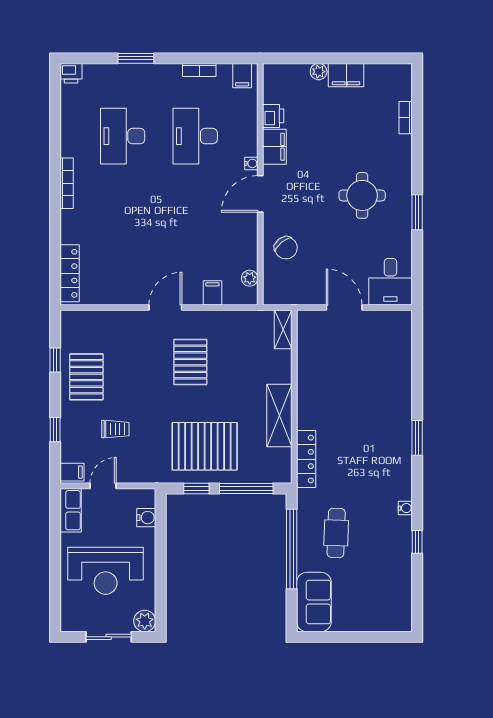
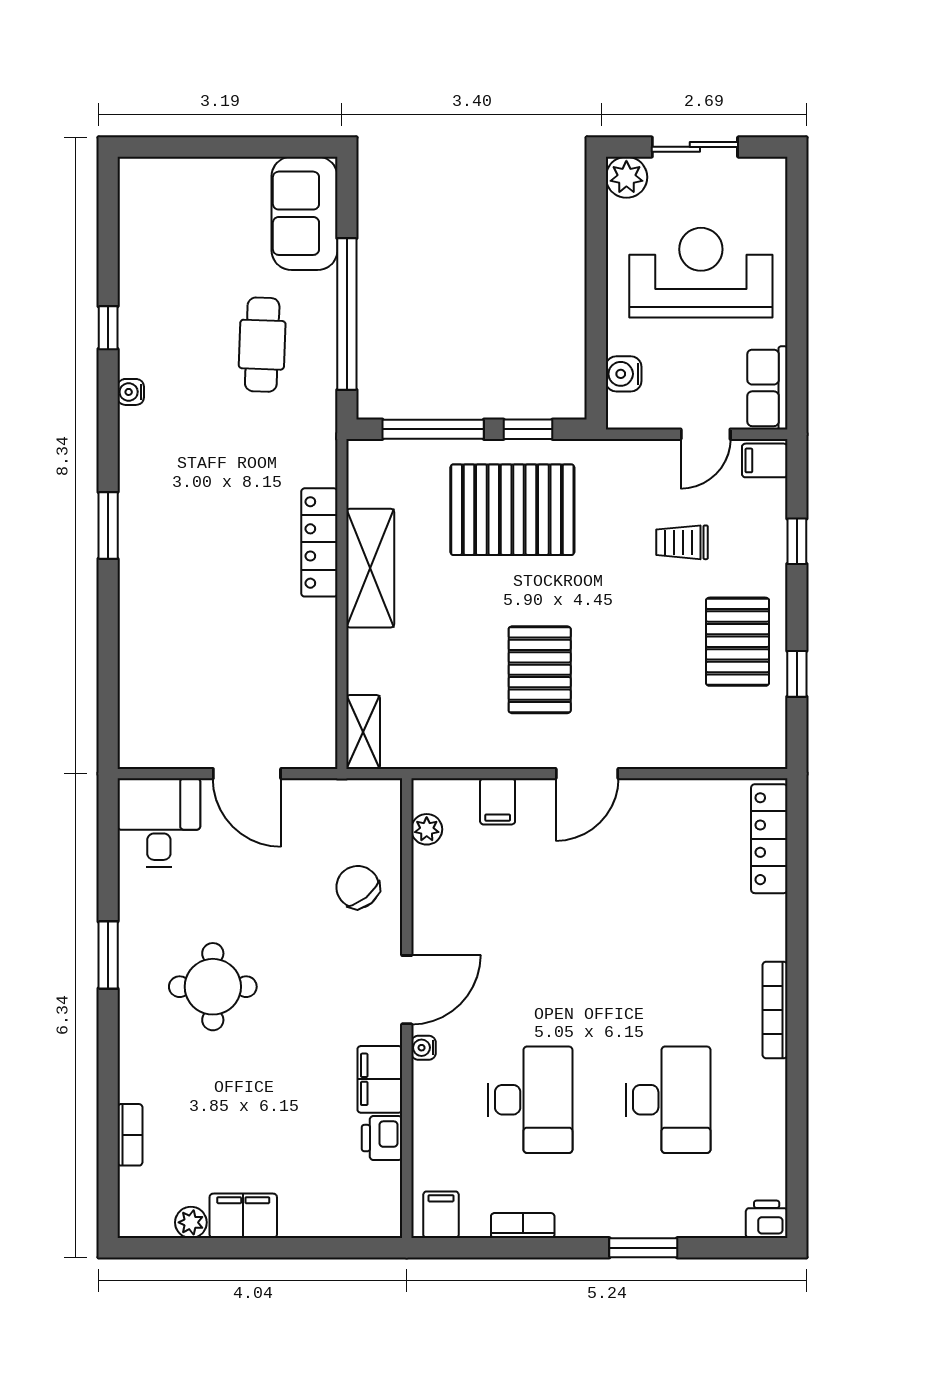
plant: (319, 72) -> (191, 1222), moved
locker: (306, 459) -> (319, 542), moved

